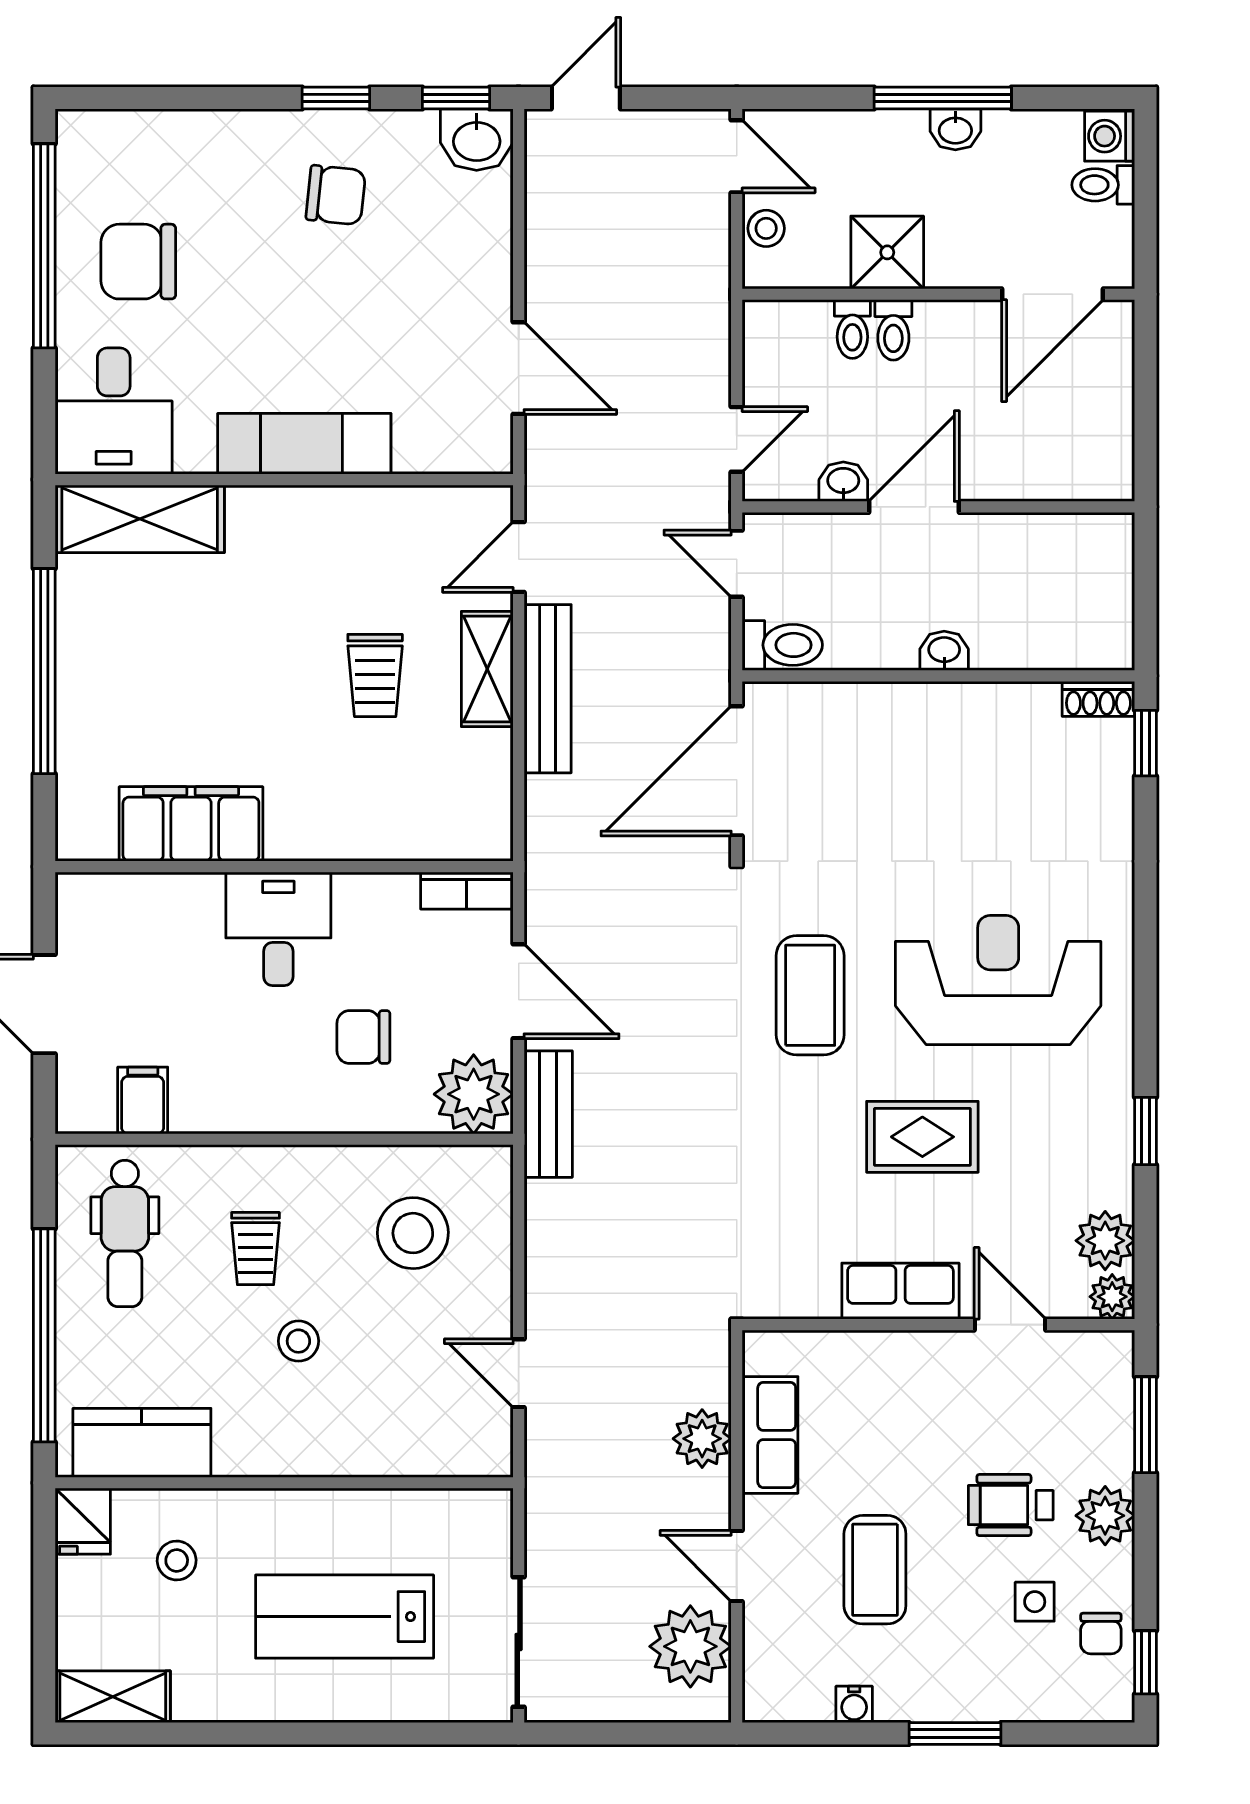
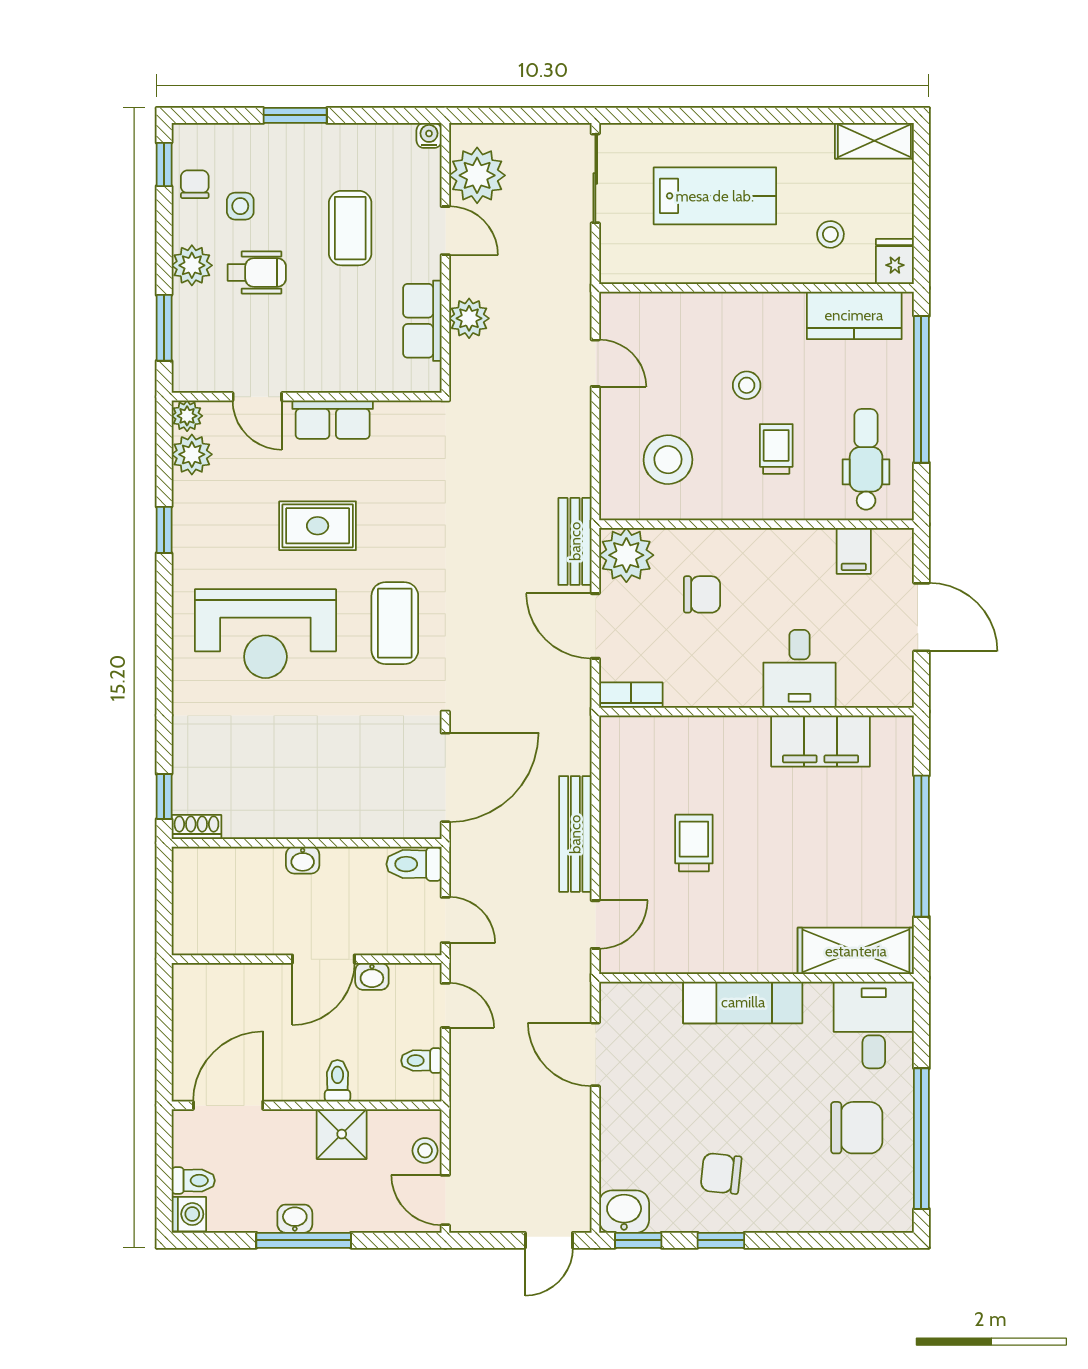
toilet: (852, 329) -> (421, 1061), moved, turned -90
door: (737, 439) -> (445, 1005), swing flipped
shelving: (487, 669) -> (617, 848), removed
desk: (278, 929) -> (799, 669), moved
water cooler: (854, 1704) -> (429, 135), moved

